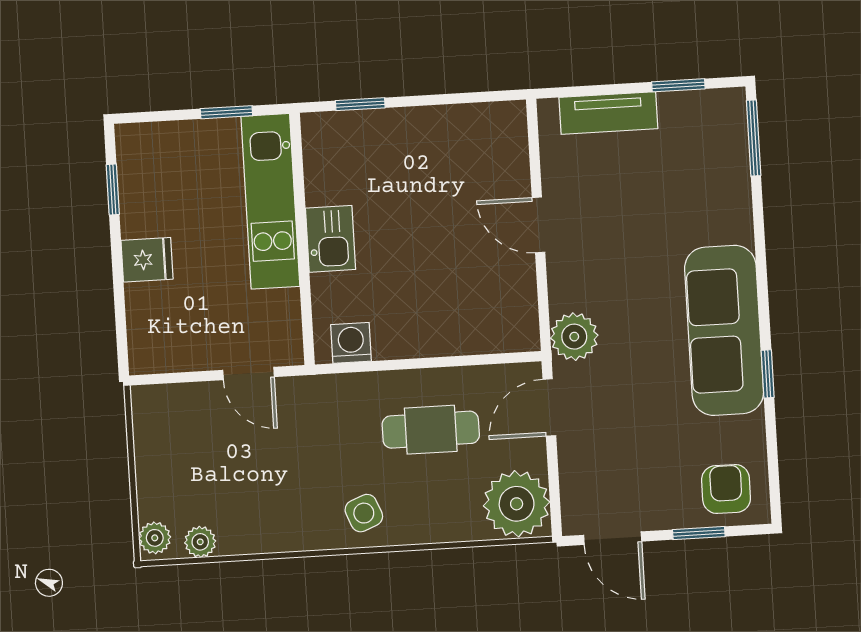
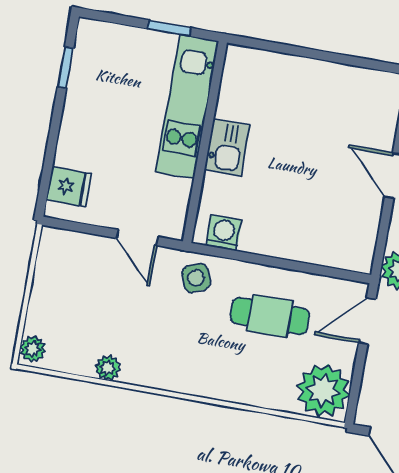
window: (360, 104) -> (276, 47), removed
fridge: (147, 260) -> (69, 187), moved
side table: (364, 513) -> (196, 278), moved
plant: (200, 542) -> (108, 368), moved

